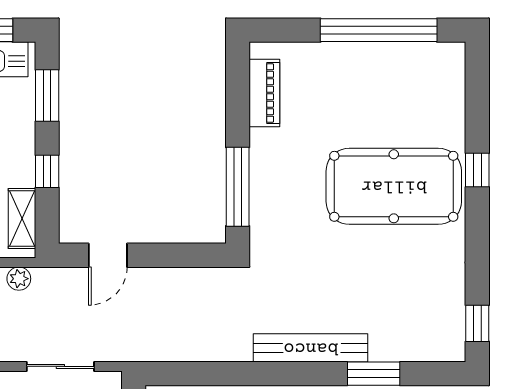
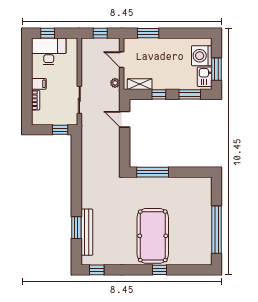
piano: (264, 93) -> (191, 183), removed
bench: (311, 348) -> (87, 232), moved

